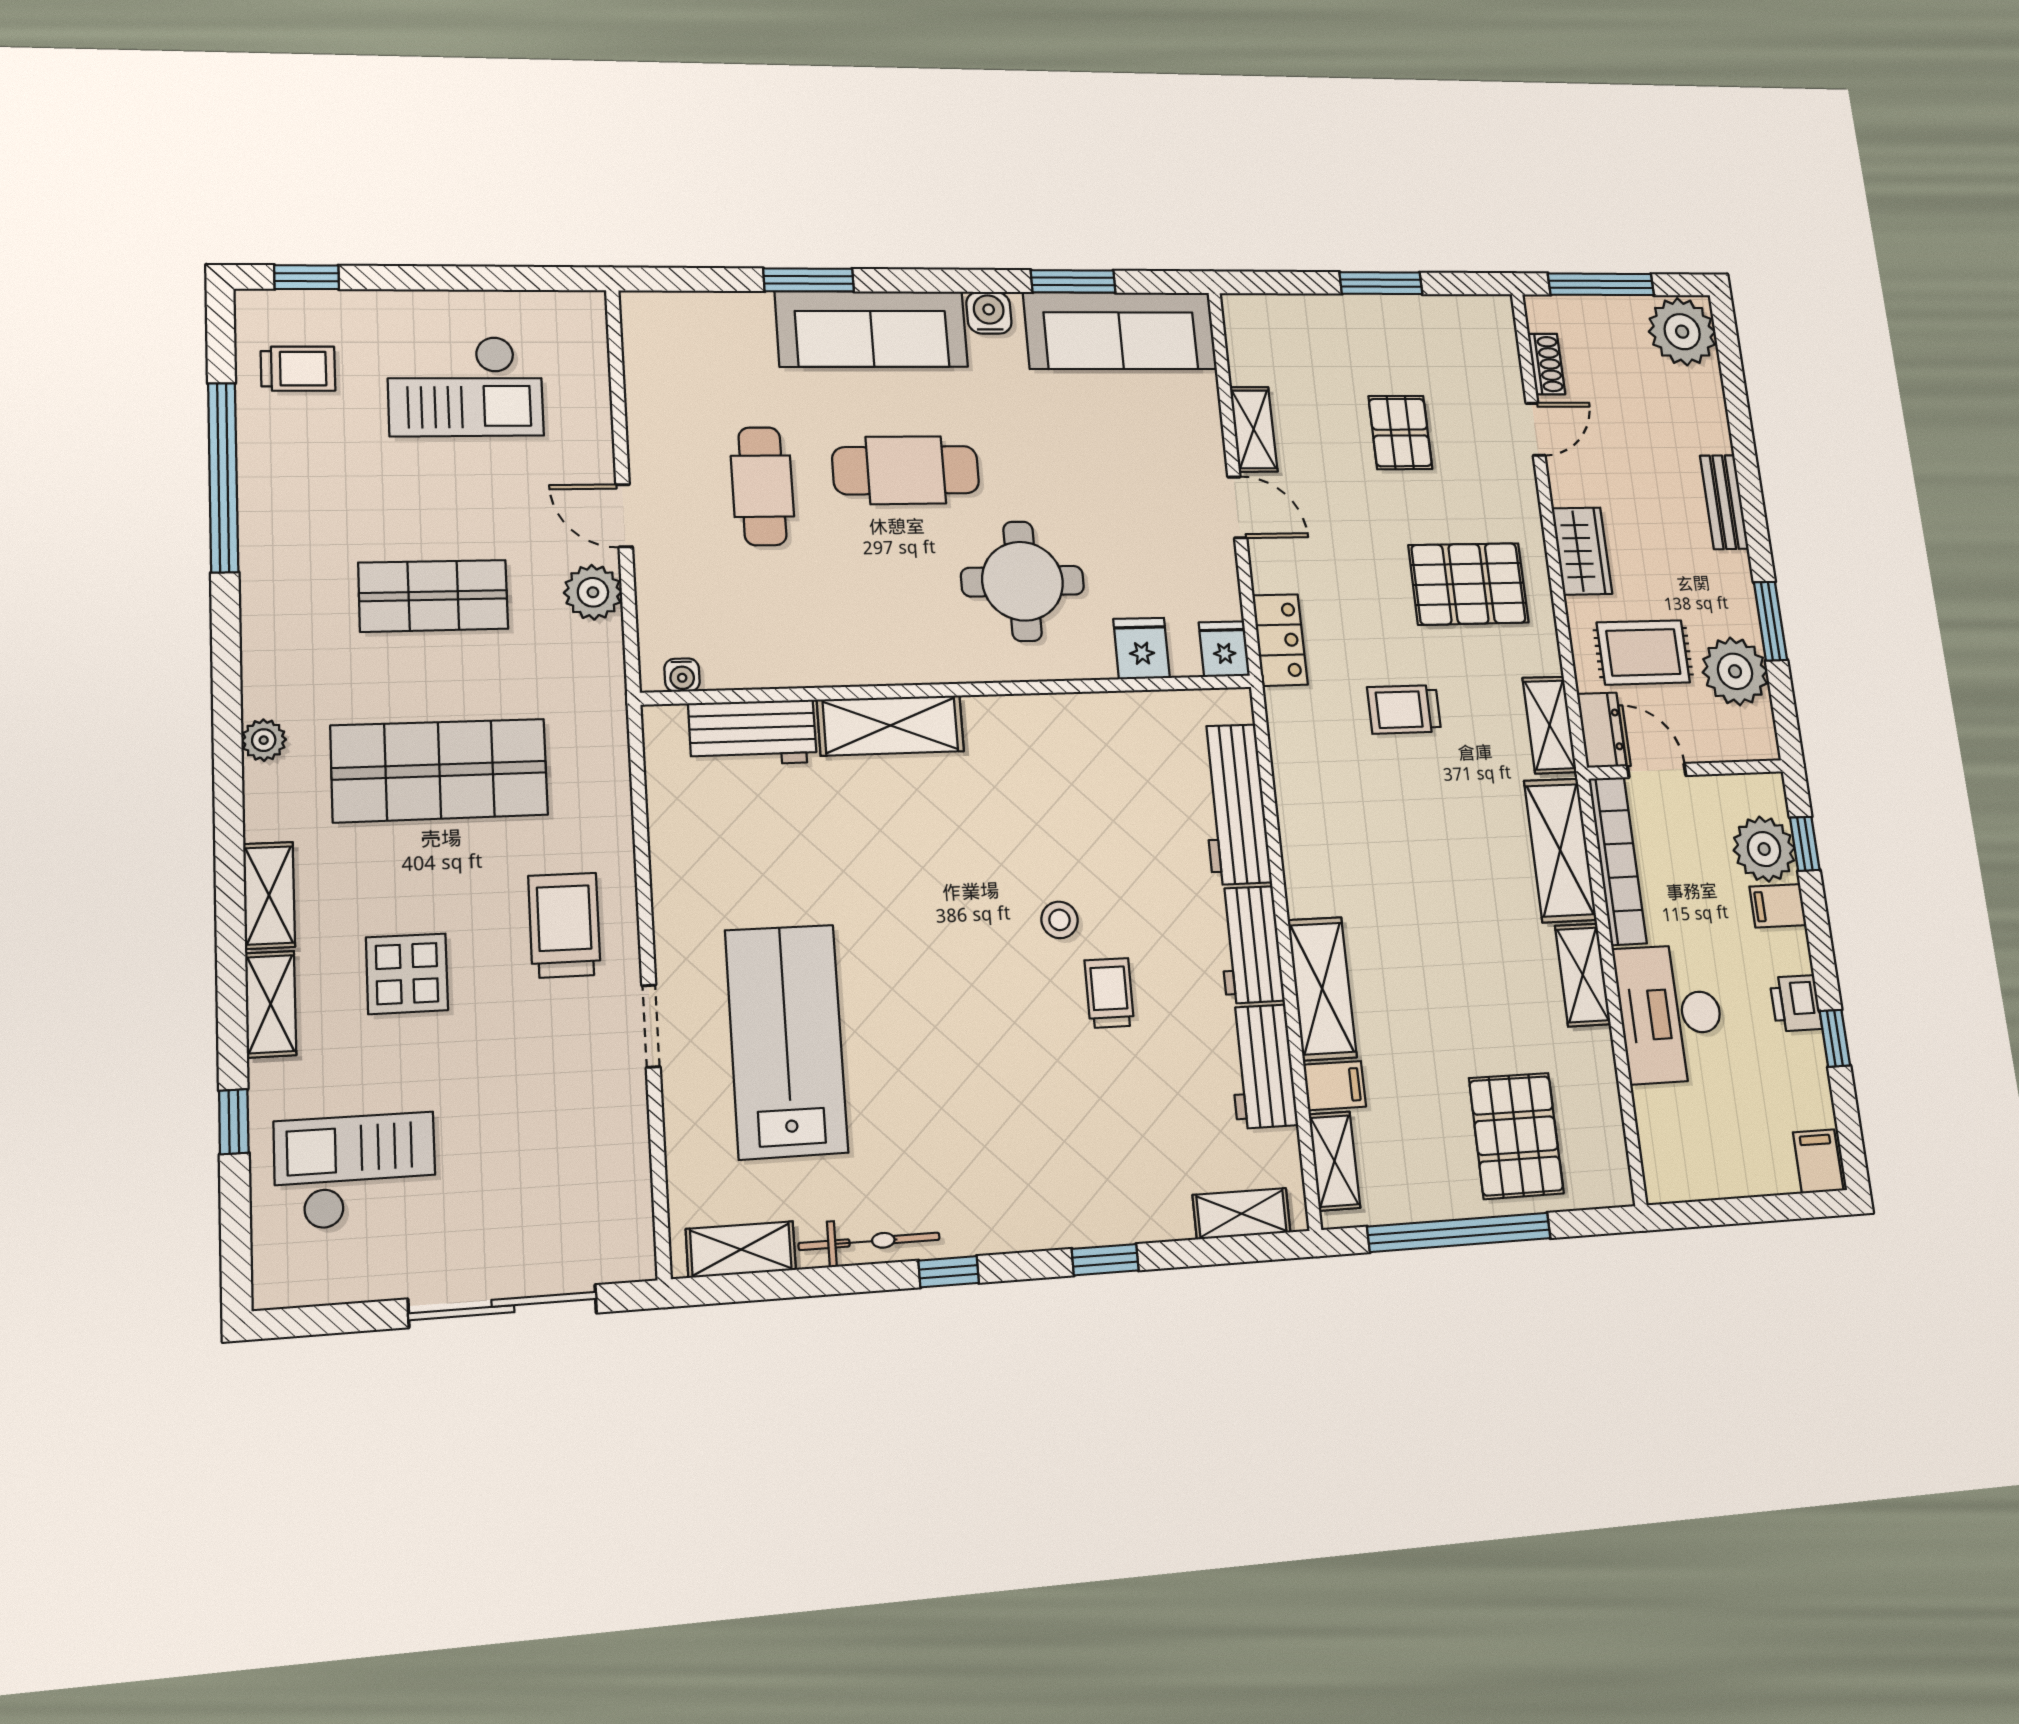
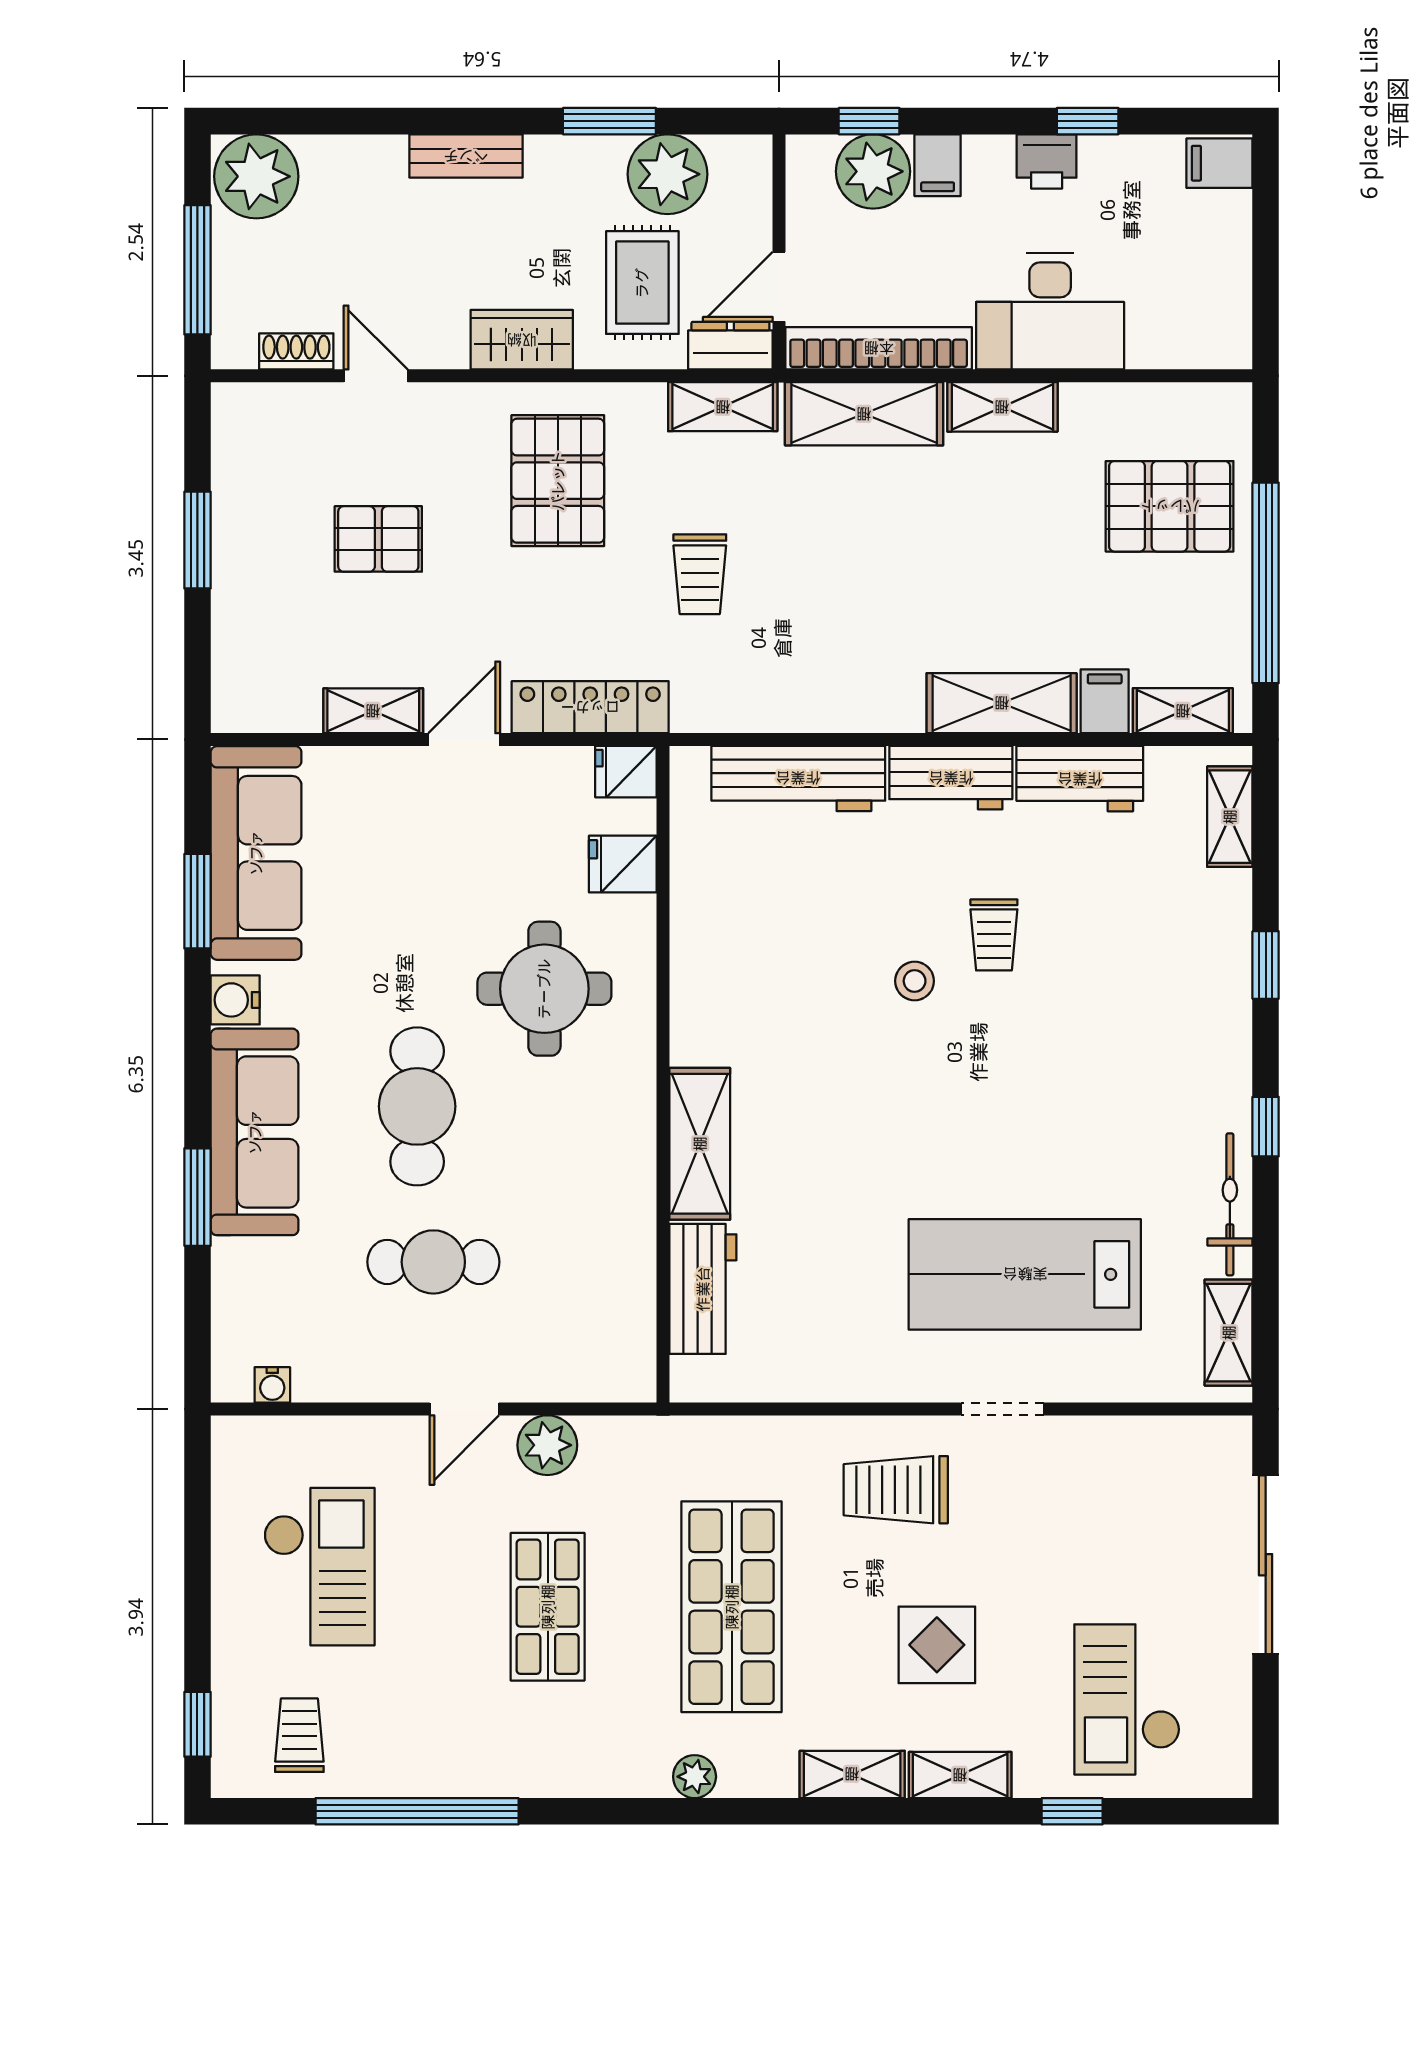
locker: (1280, 640) -> (590, 707), width x1.53
water cooler: (682, 675) -> (272, 1385), moved, turned 90
trolley: (1109, 993) -> (994, 935), turned -90

